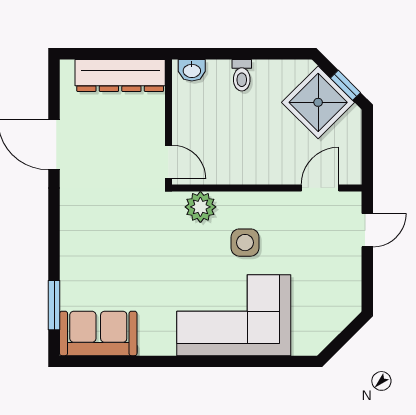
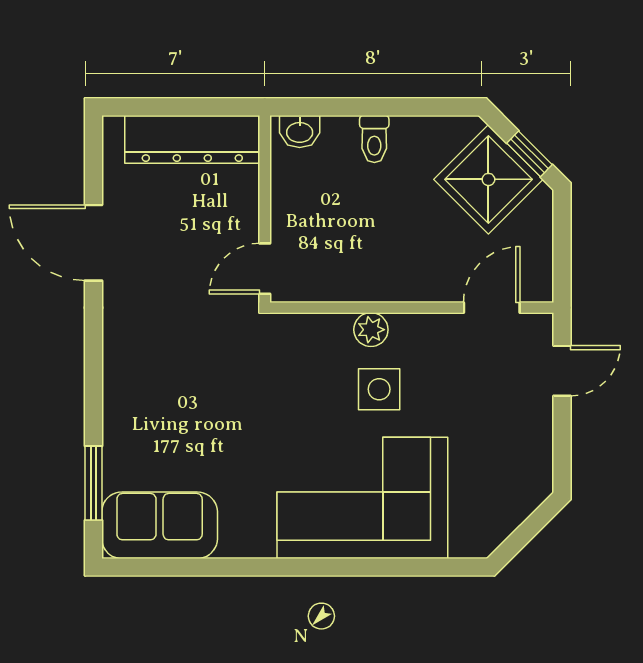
door: (169, 162) -> (265, 269), swing flipped
plant: (200, 207) -> (371, 330), moved, width x0.73, depth x0.73

